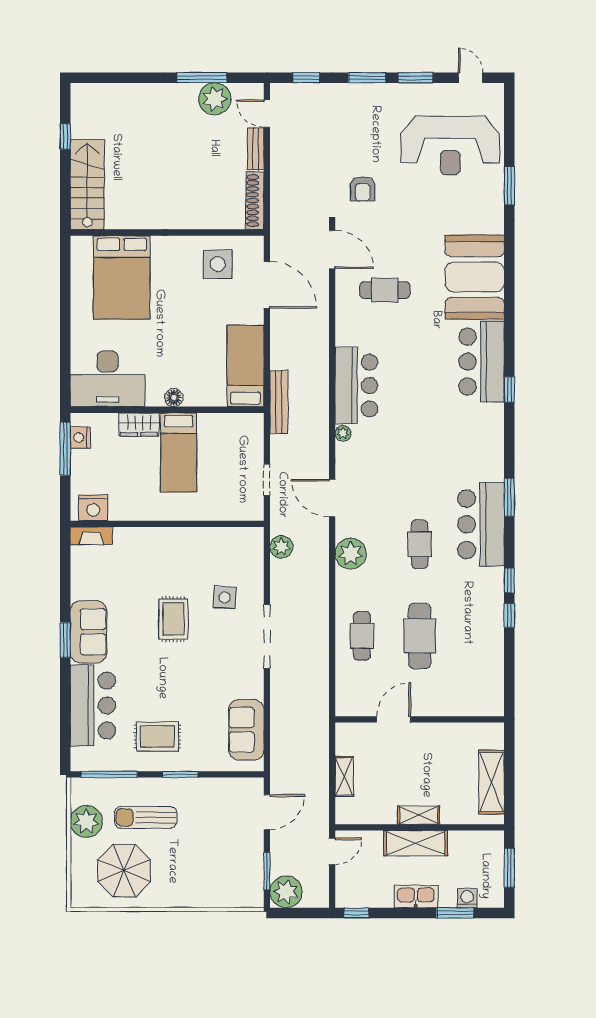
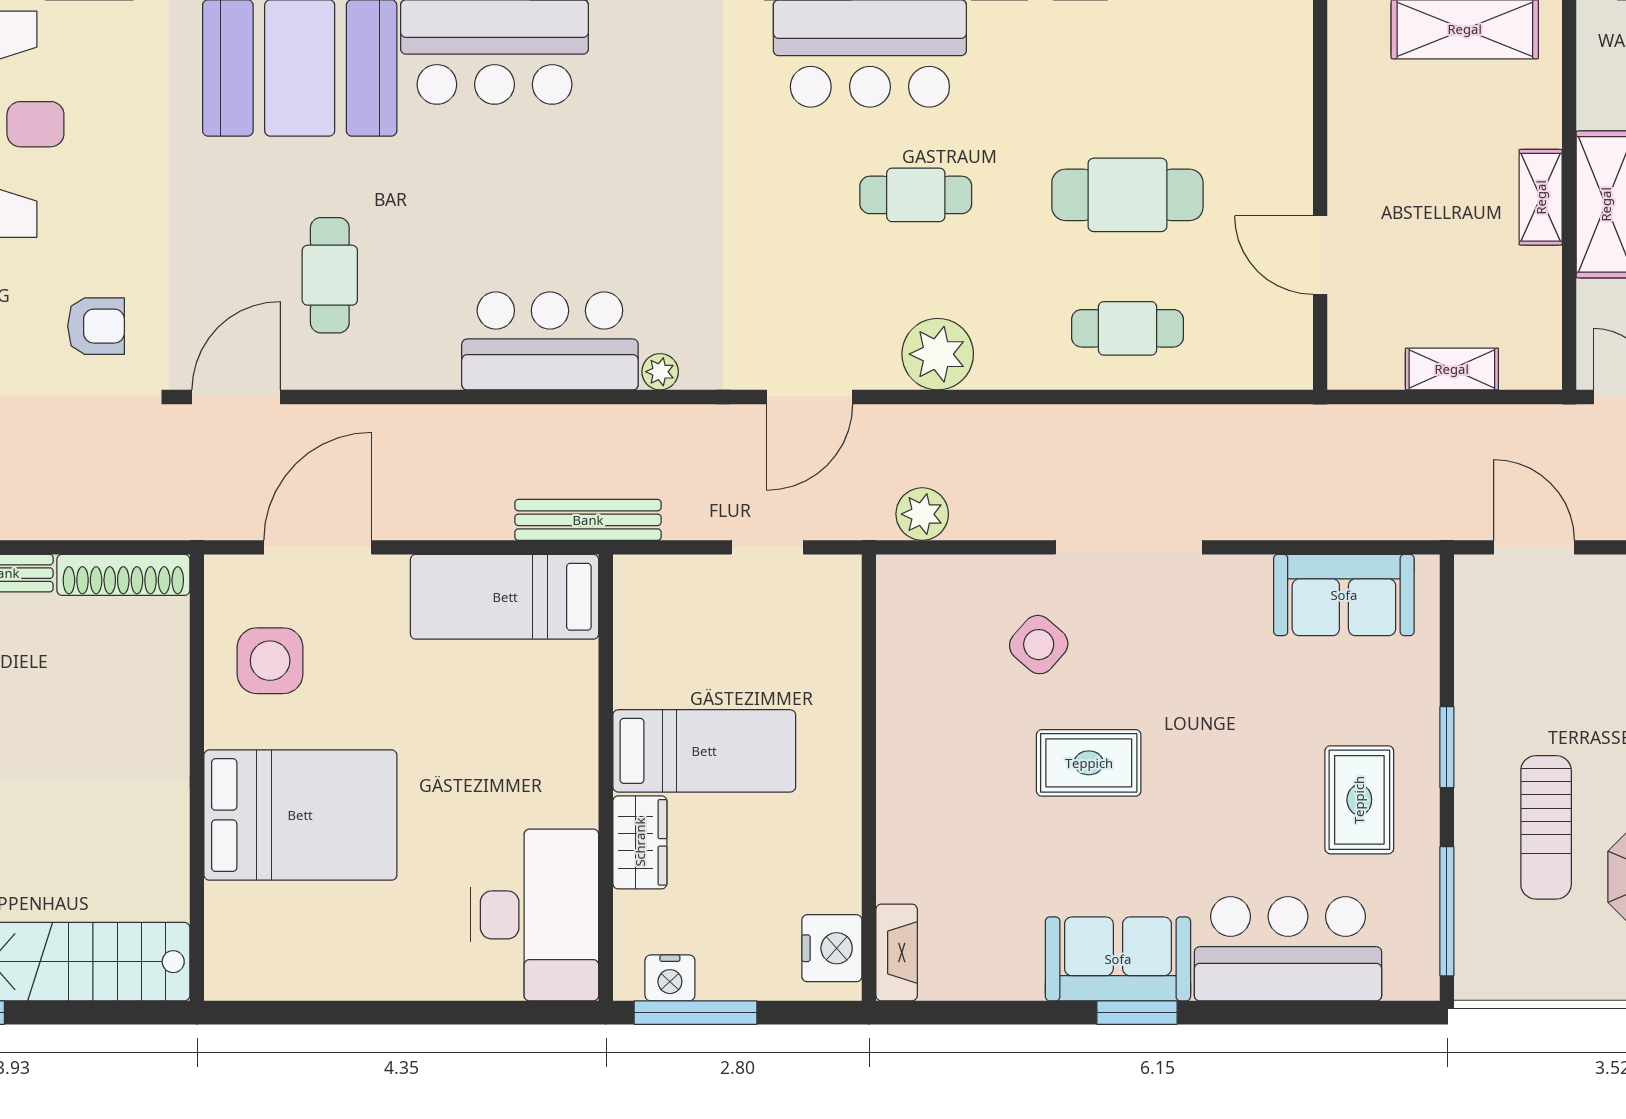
bed: (122, 277) -> (300, 815), moved
floor lamp: (174, 398) -> (578, 762), removed
side table: (225, 597) -> (1039, 645), turned 38
plant: (86, 822) -> (1556, 964), removed

